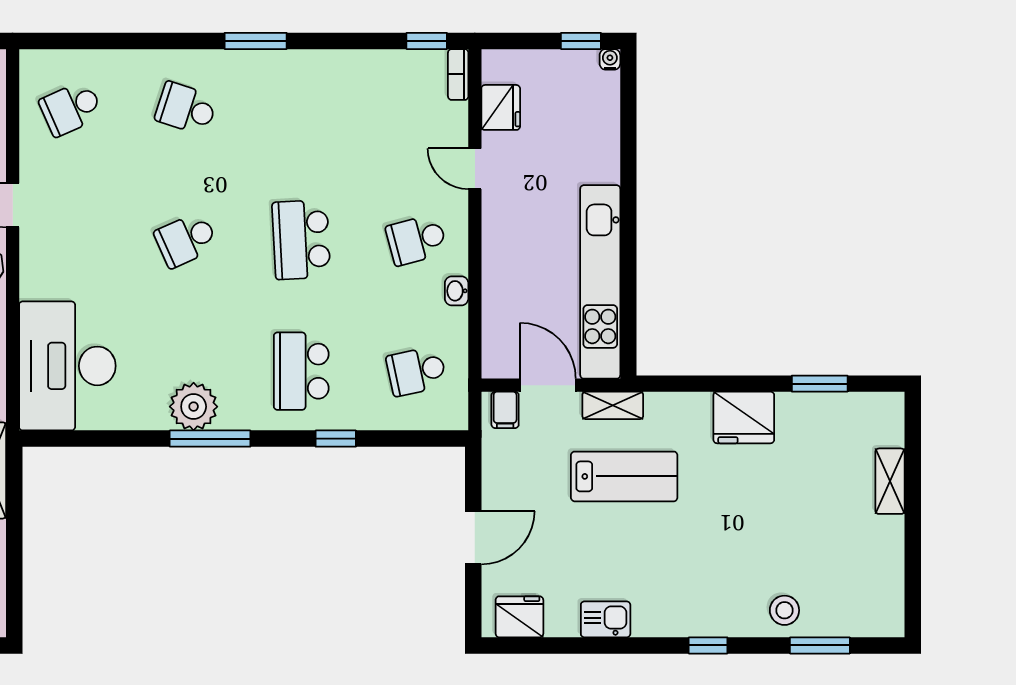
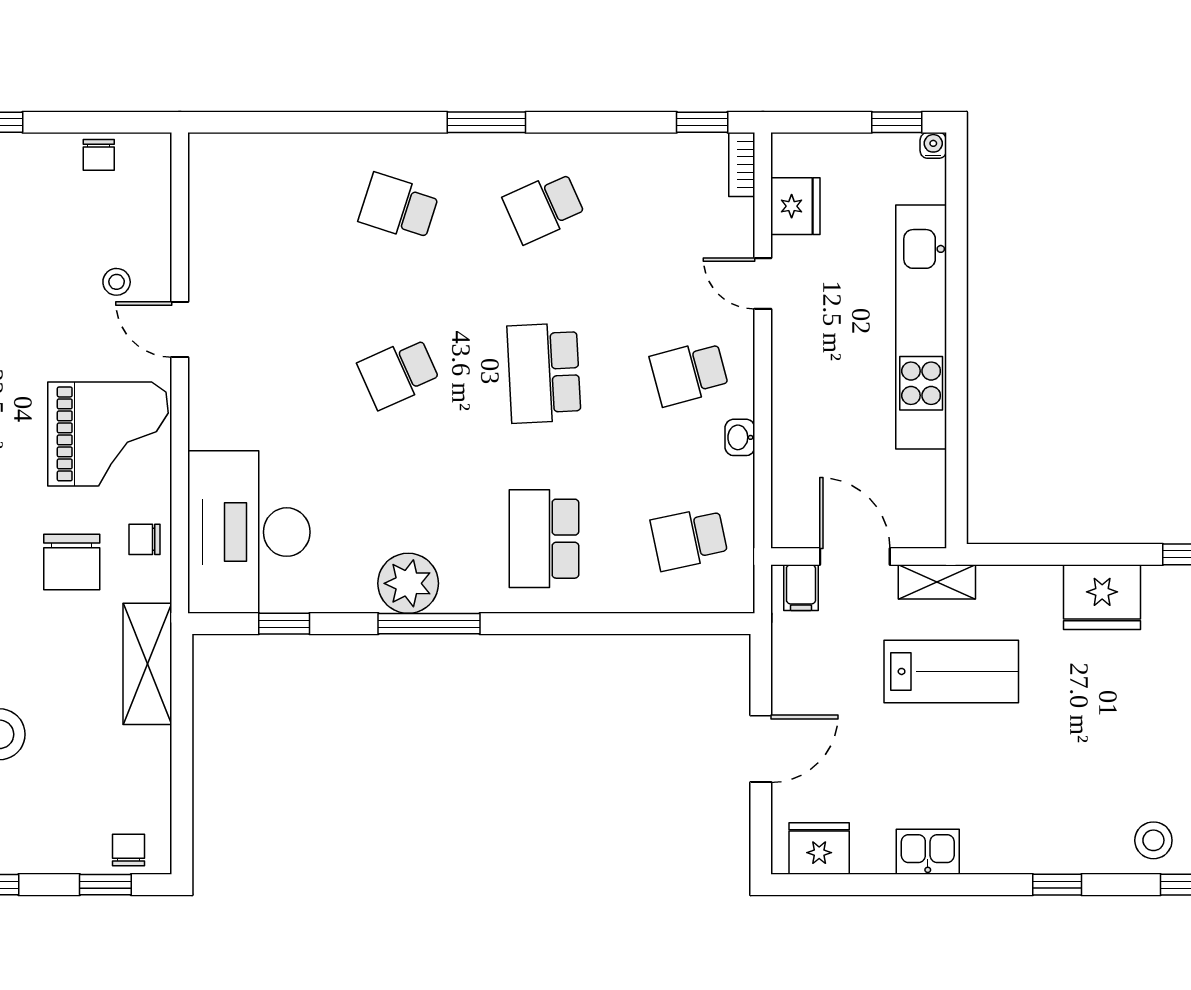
school desk: (71, 108) -> (544, 207), moved
kitchen unit: (600, 282) -> (921, 327), moved
window: (336, 439) -> (284, 624), moved

